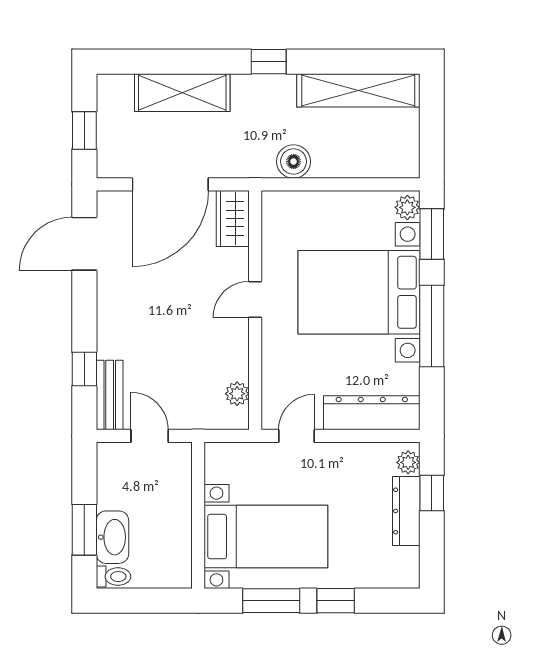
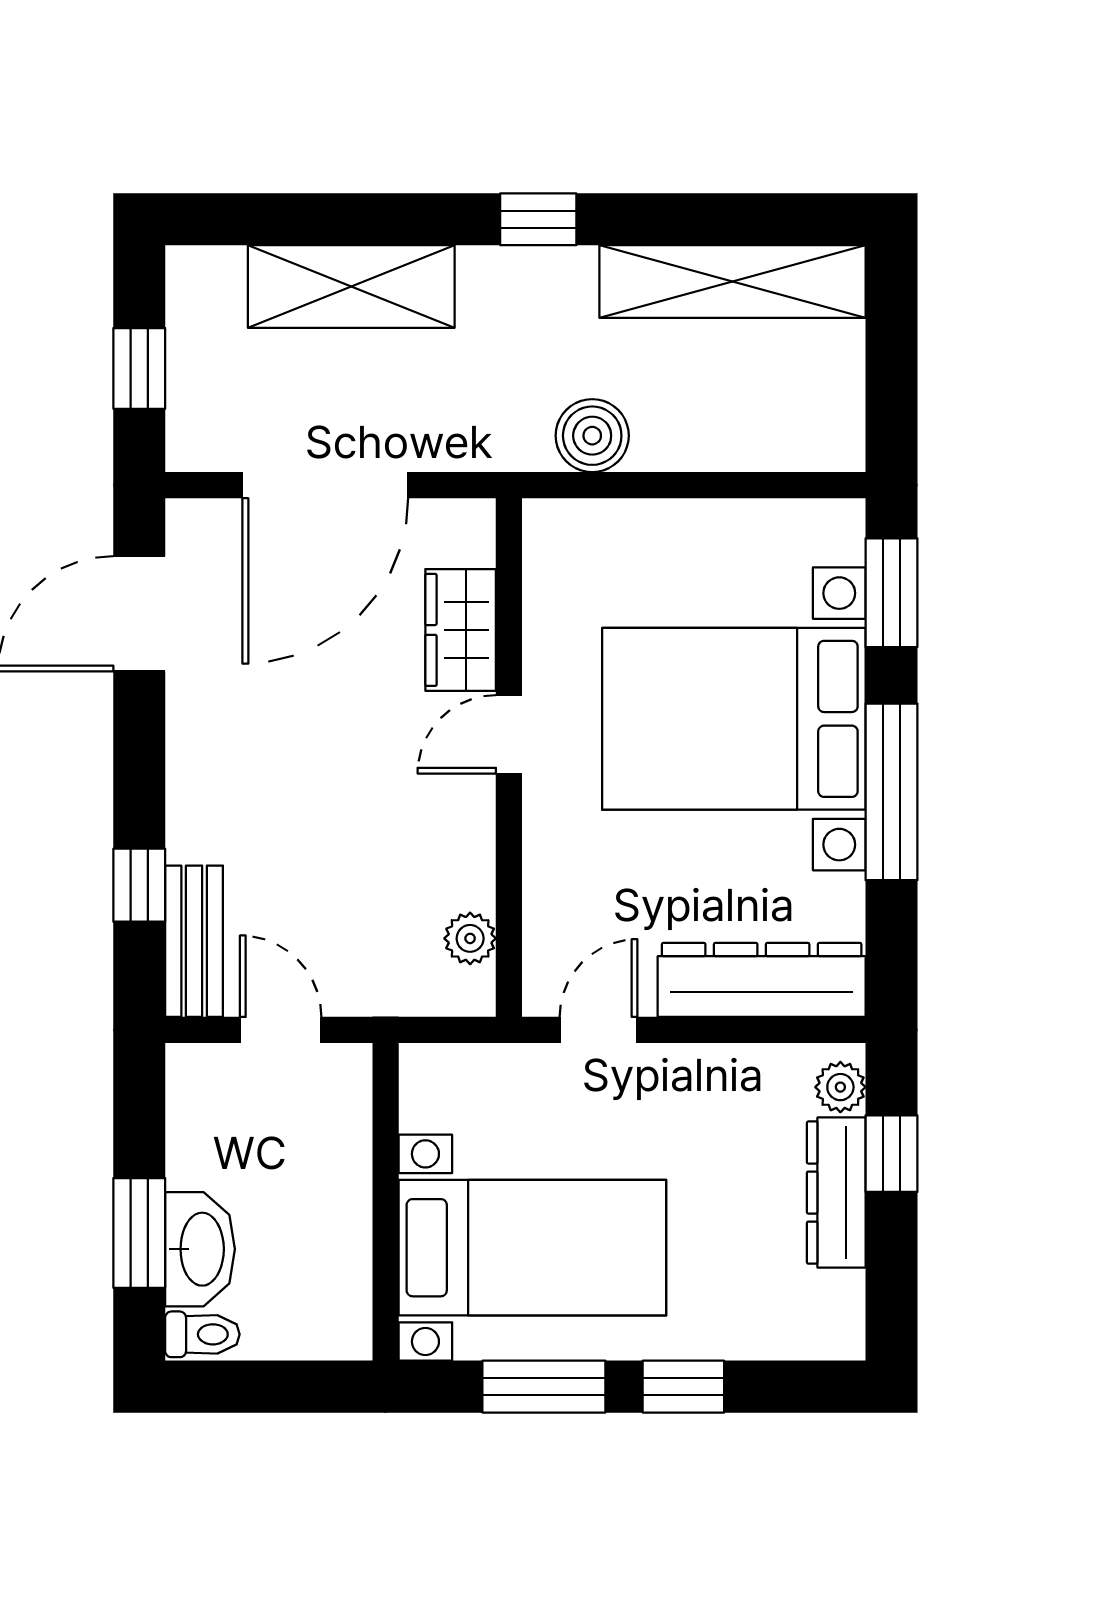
plant: (407, 207) -> (839, 535), removed
wardrobe: (233, 218) -> (461, 630), moved

